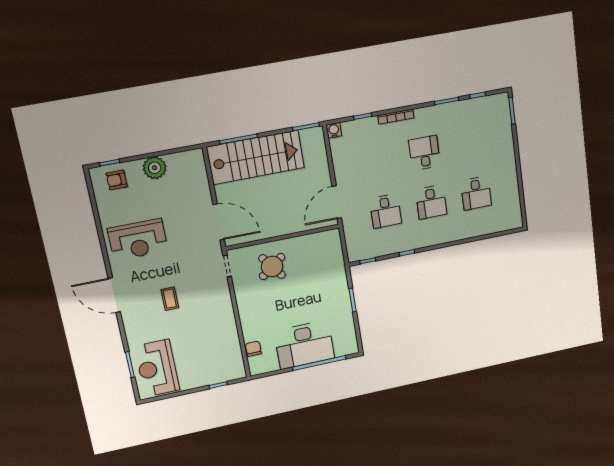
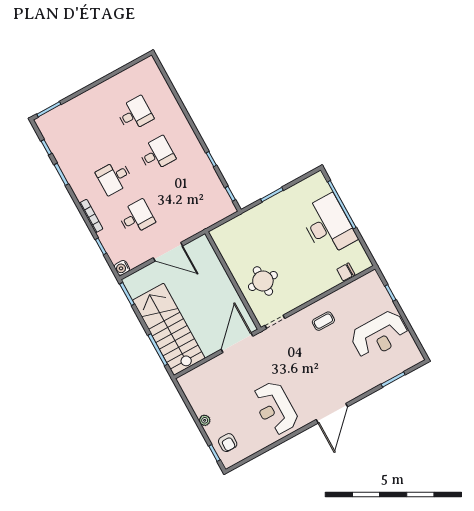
plant: (155, 168) -> (205, 420), width x0.53, depth x0.53
door: (337, 202) -> (168, 252), moved
desk: (386, 211) -> (136, 217), moved
reception desk: (138, 240) -> (275, 408), turned 180
round table: (272, 267) -> (263, 281), turned 37
coffee table: (170, 299) -> (323, 321), moved
reception desk: (157, 368) -> (379, 335), moved

